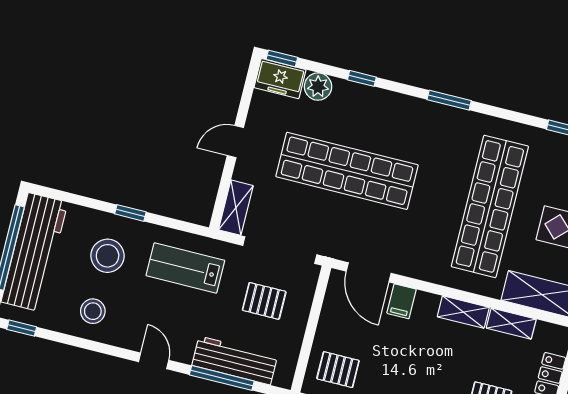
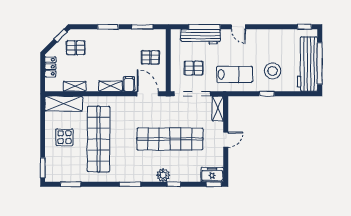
plant: (318, 87) -> (163, 175), moved
stool: (93, 311) -> (273, 43), removed
shelving: (463, 312) -> (111, 86), moved
pallet: (338, 370) -> (150, 57), moved

